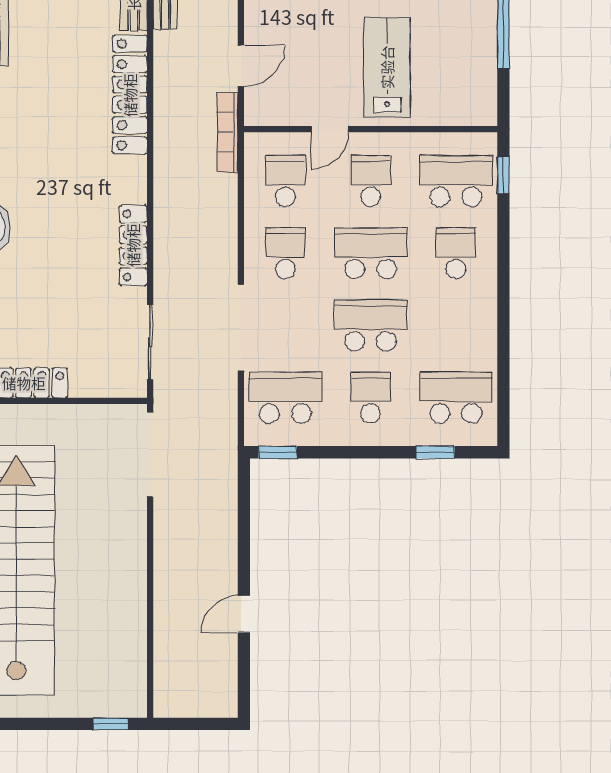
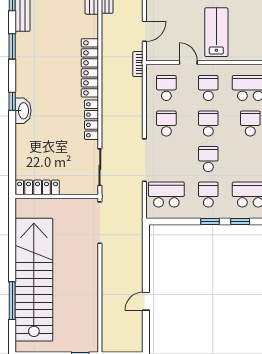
locker: (130, 95) -> (90, 68), moved
door: (330, 129) -> (188, 63), swing flipped
bookcase: (228, 132) -> (138, 64), width x0.64
school desk: (371, 253) -> (208, 124), width x0.54
school desk: (371, 325) -> (208, 159), width x0.54
window: (278, 452) -> (210, 222), moved

